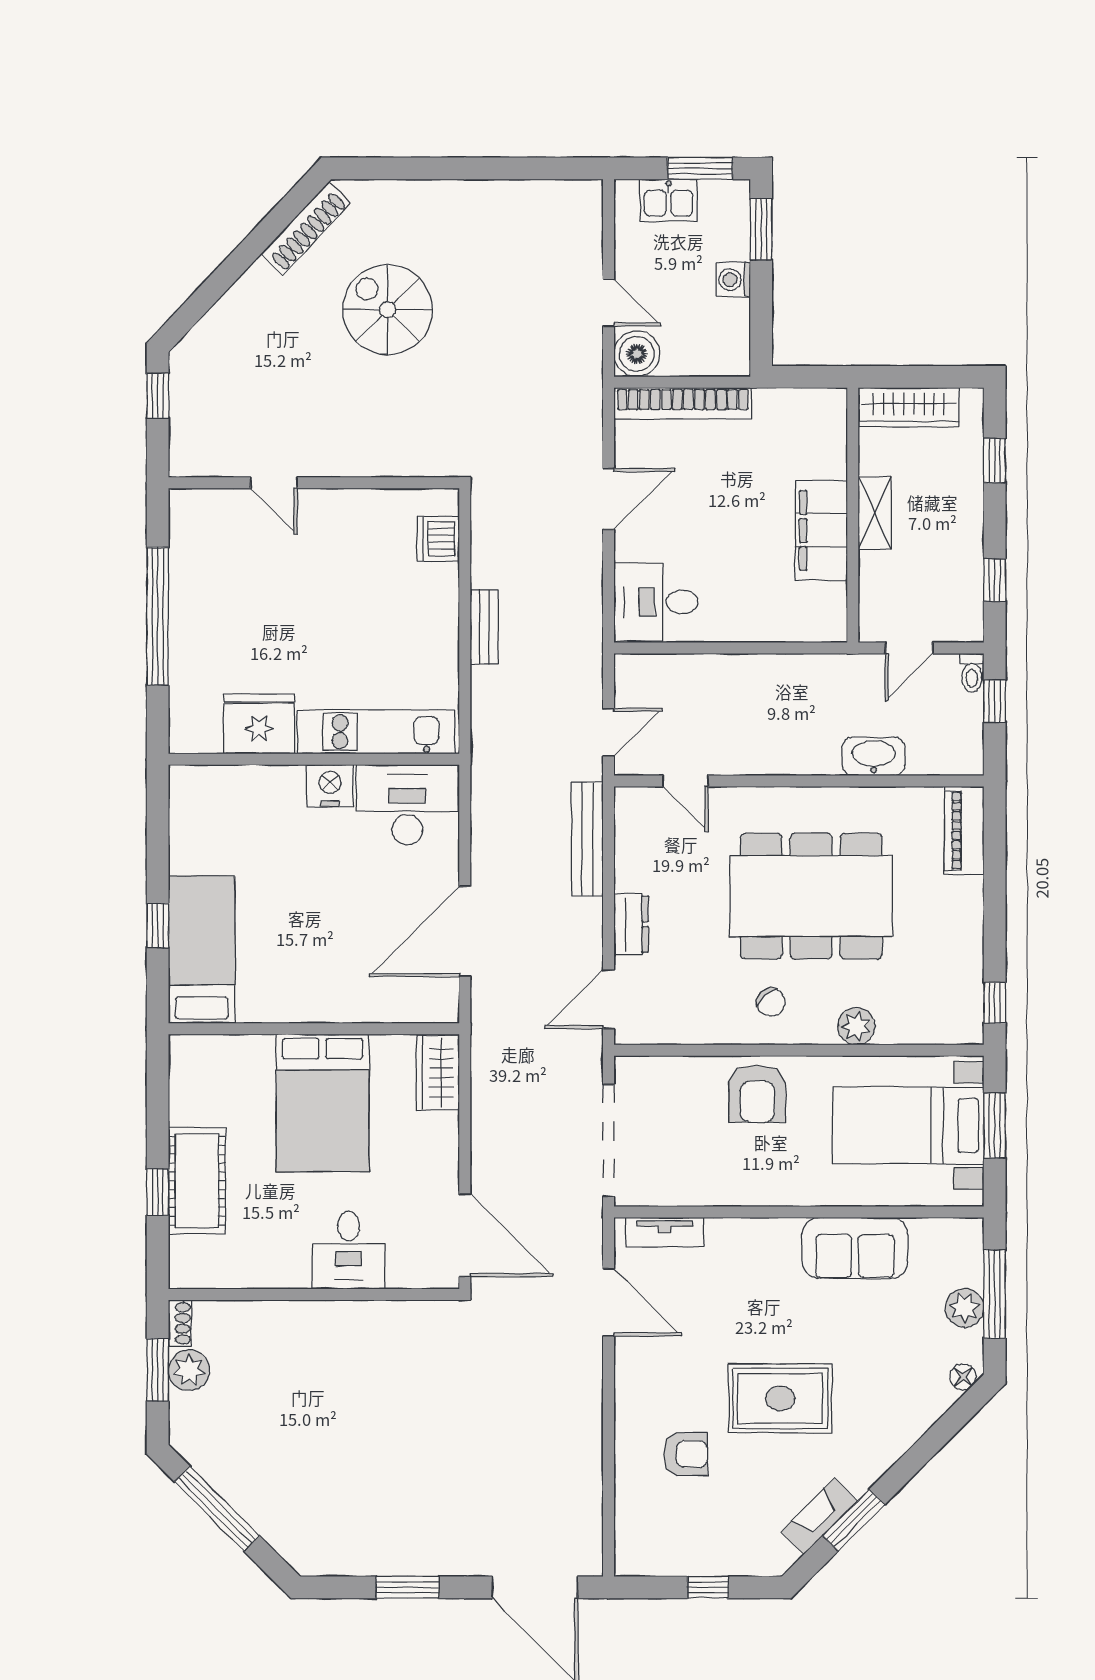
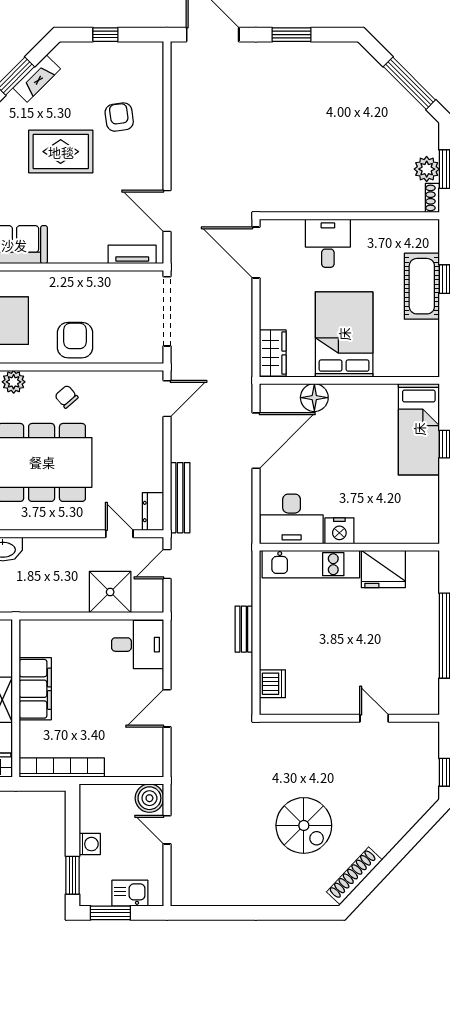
bookcase: (683, 403) -> (62, 768), moved
shower: (700, 687) -> (110, 592), added
dresser: (631, 924) -> (153, 512), moved
floor lamp: (371, 1001) -> (314, 398), added
armchair: (686, 1454) -> (119, 117), turned 82

